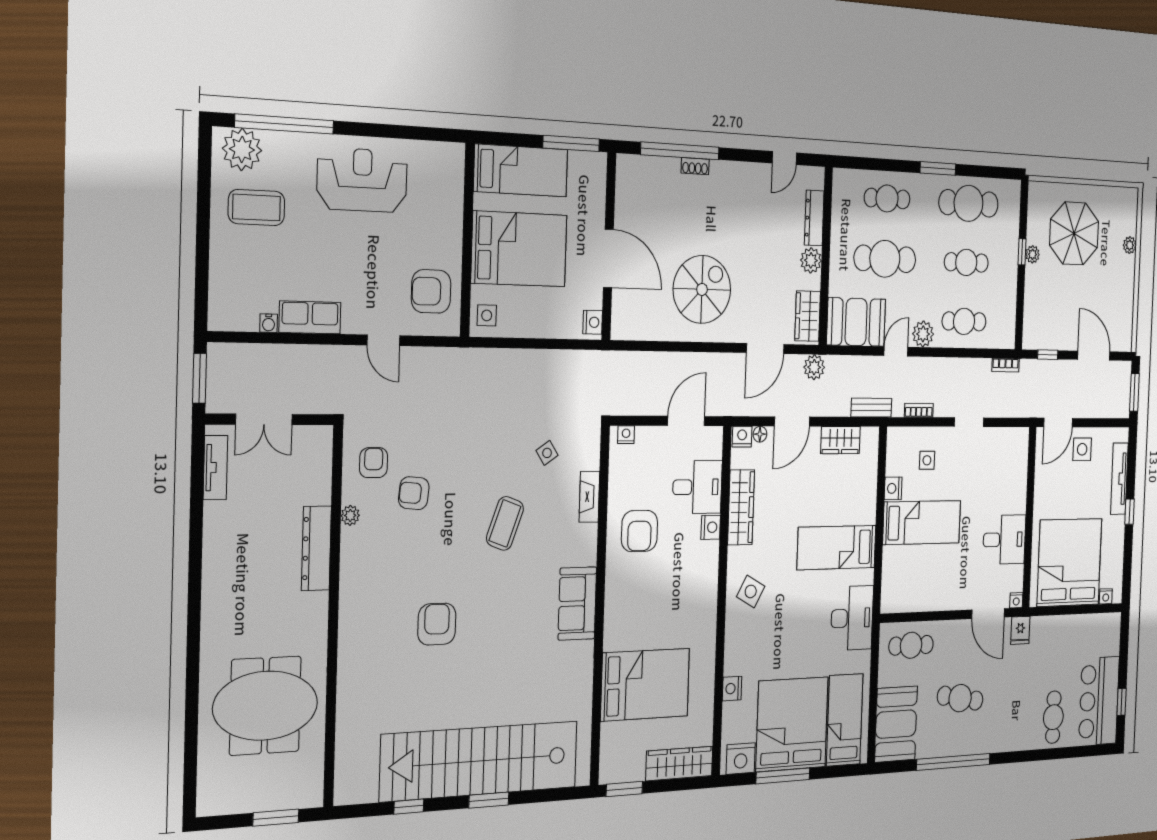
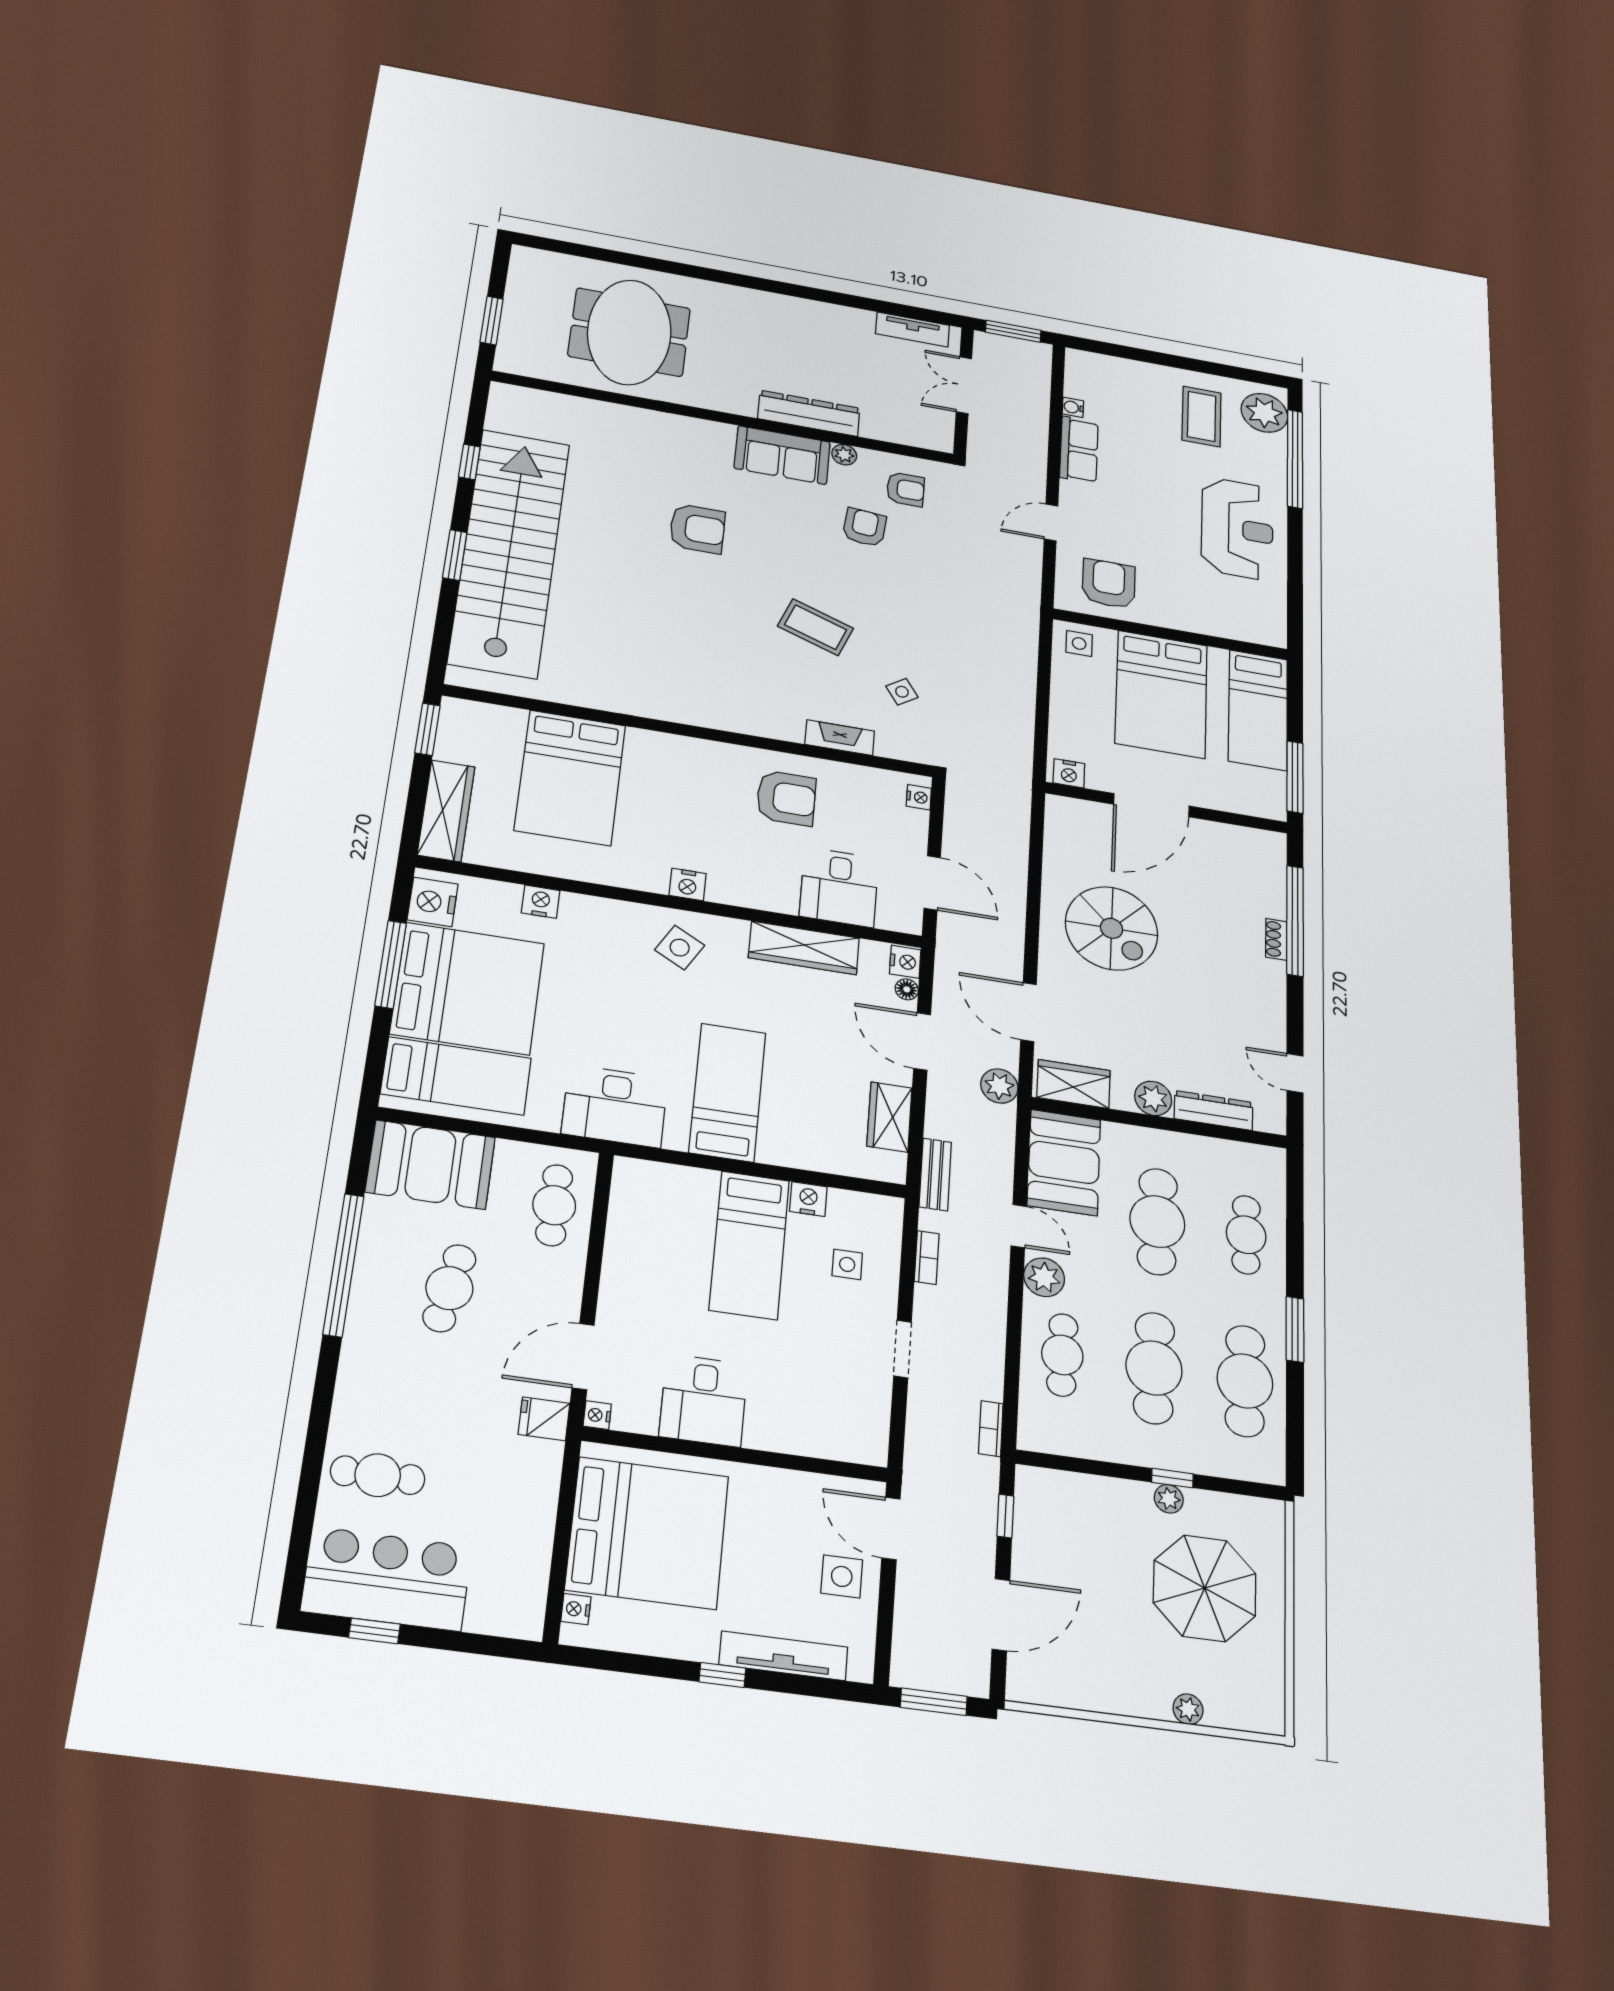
cafe table: (966, 262) -> (1154, 1368), width x1.37, depth x1.35
nightstand: (711, 527) -> (688, 884), moved
armchair: (639, 531) -> (786, 798), turned 180
sofa: (577, 603) -> (782, 455), moved, turned 180

